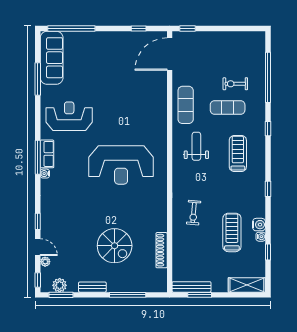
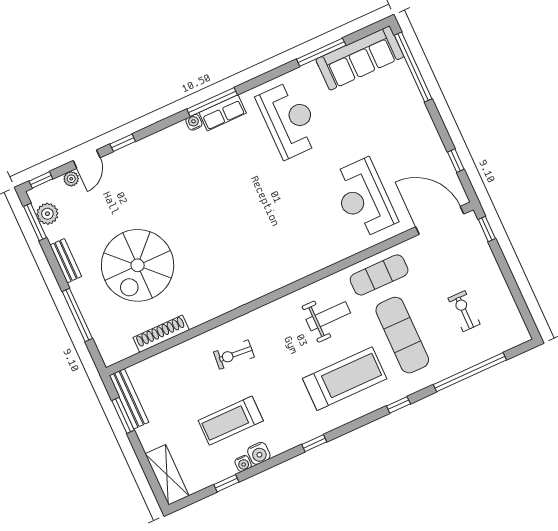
exercise bike: (235, 84) -> (464, 311), moved
exercise mat: (228, 107) -> (402, 335), width x1.36, depth x1.45
treadmill: (238, 153) -> (345, 379), width x1.37, depth x1.38
reception desk: (121, 165) -> (363, 198), moved, width x0.74, depth x0.77
treadmill: (232, 232) -> (231, 421), turned 180
spiral stairs: (115, 246) -> (138, 265), width x1.37, depth x1.37

